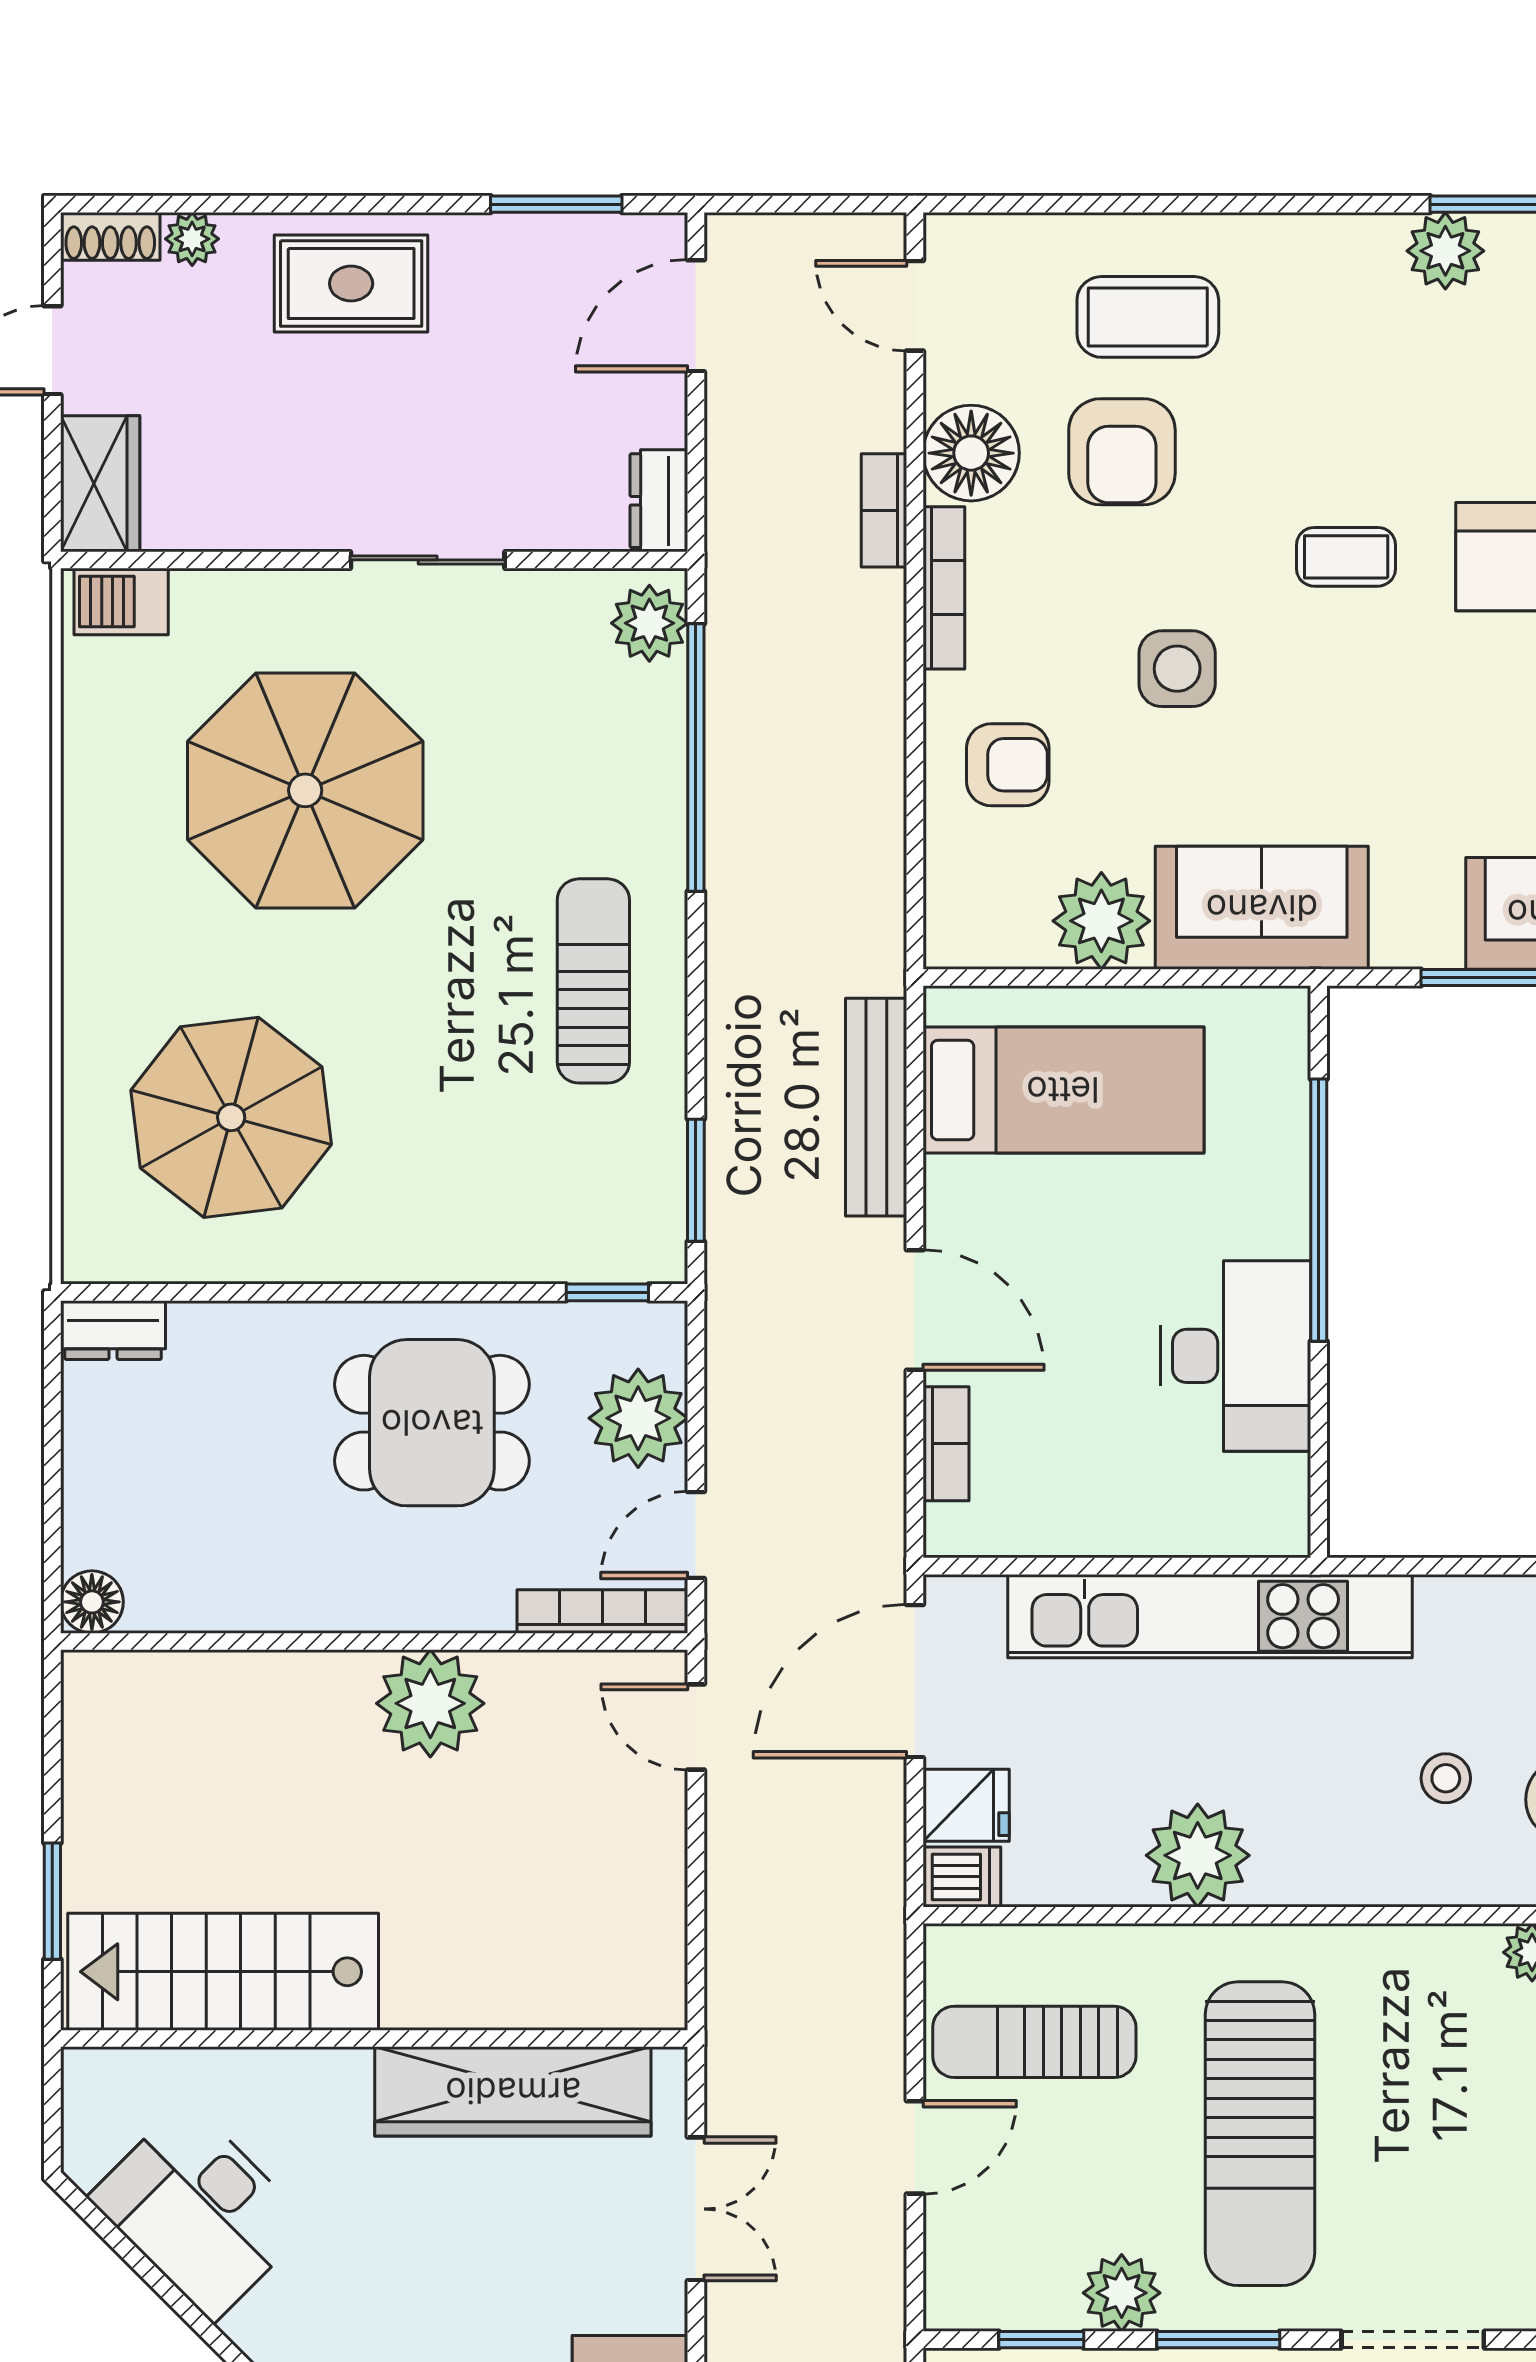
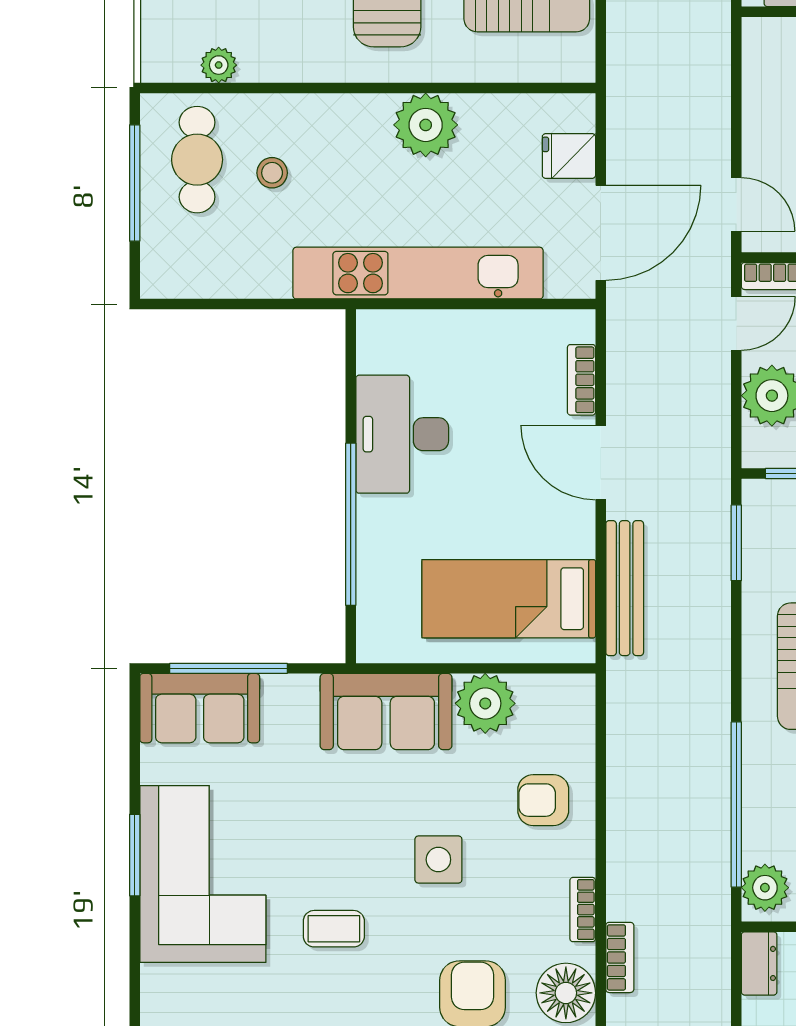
bookcase: (944, 588) -> (583, 910), width x0.64
dishwasher: (962, 1877) -> (572, 112), removed

